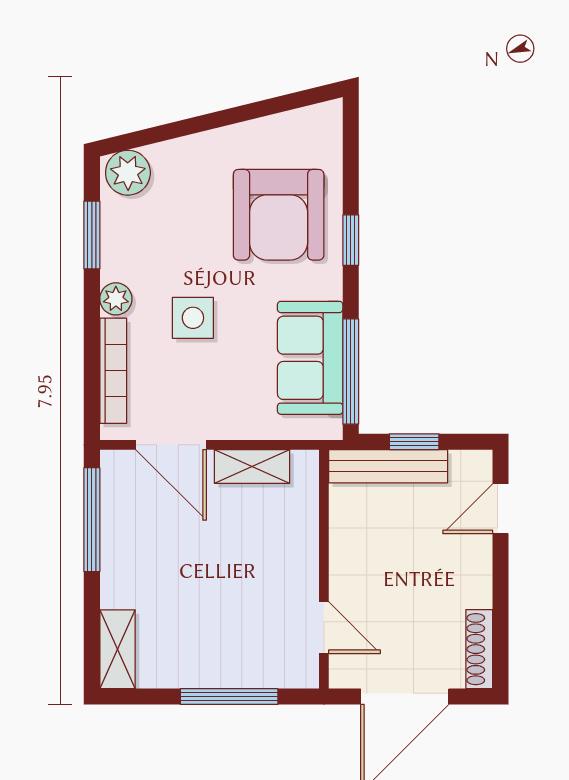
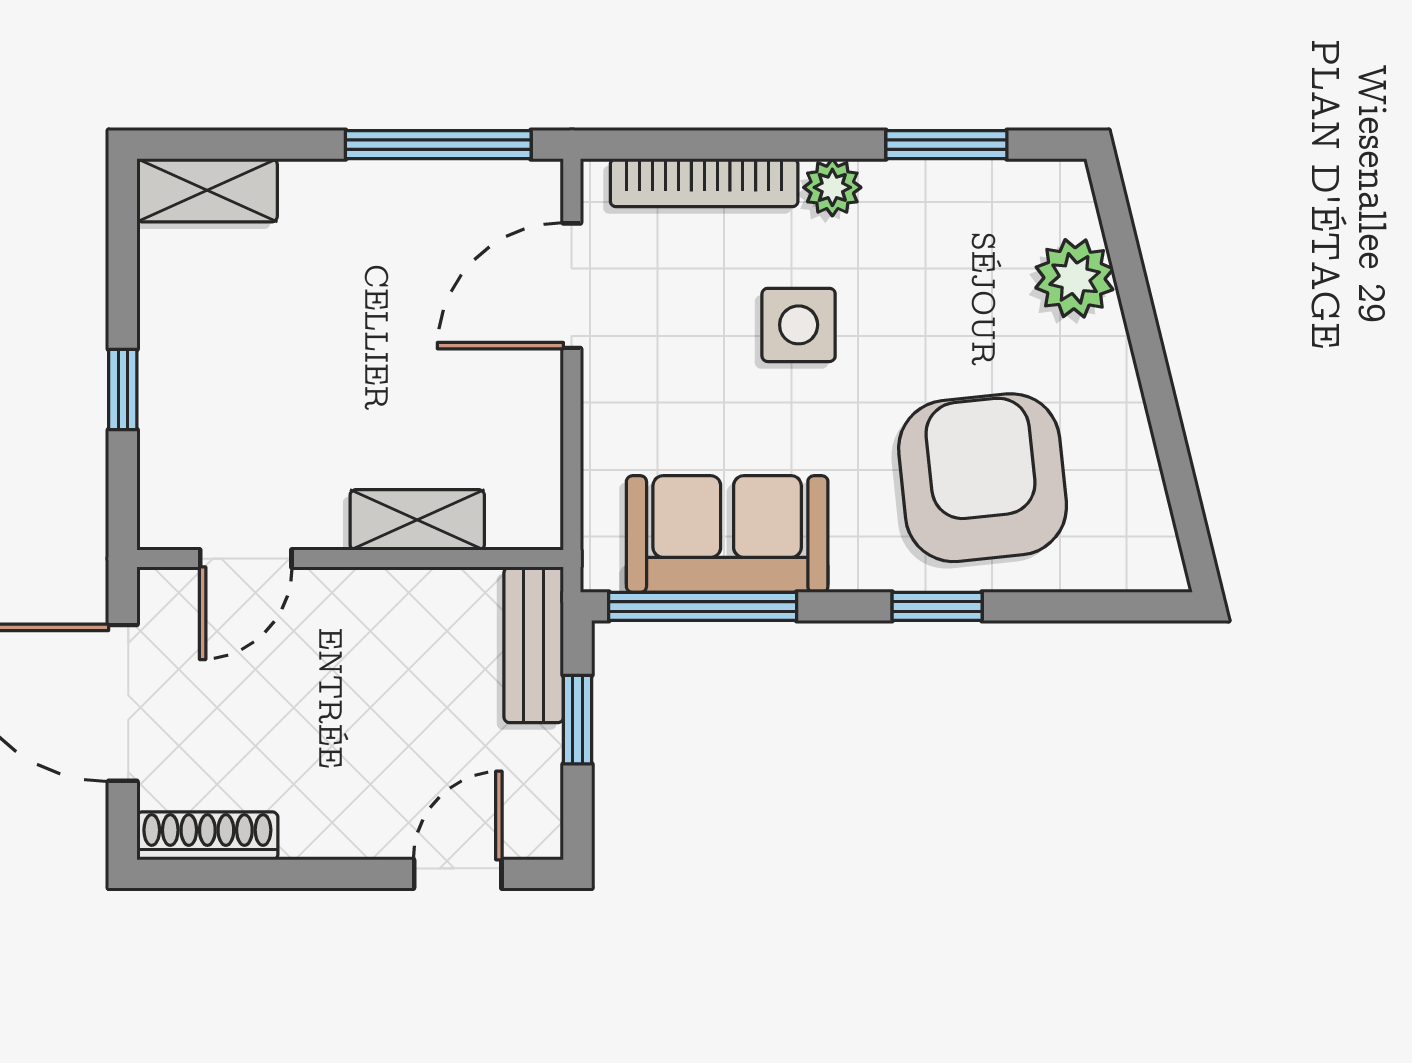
plant: (128, 173) -> (1075, 278), moved
armchair: (279, 215) -> (983, 478), turned 84
bench: (388, 466) -> (534, 645), width x0.73
shelving: (252, 467) -> (417, 520), moved, turned 90
door: (501, 509) -> (458, 874), hinge flipped
window: (229, 697) -> (123, 389), width x0.46

